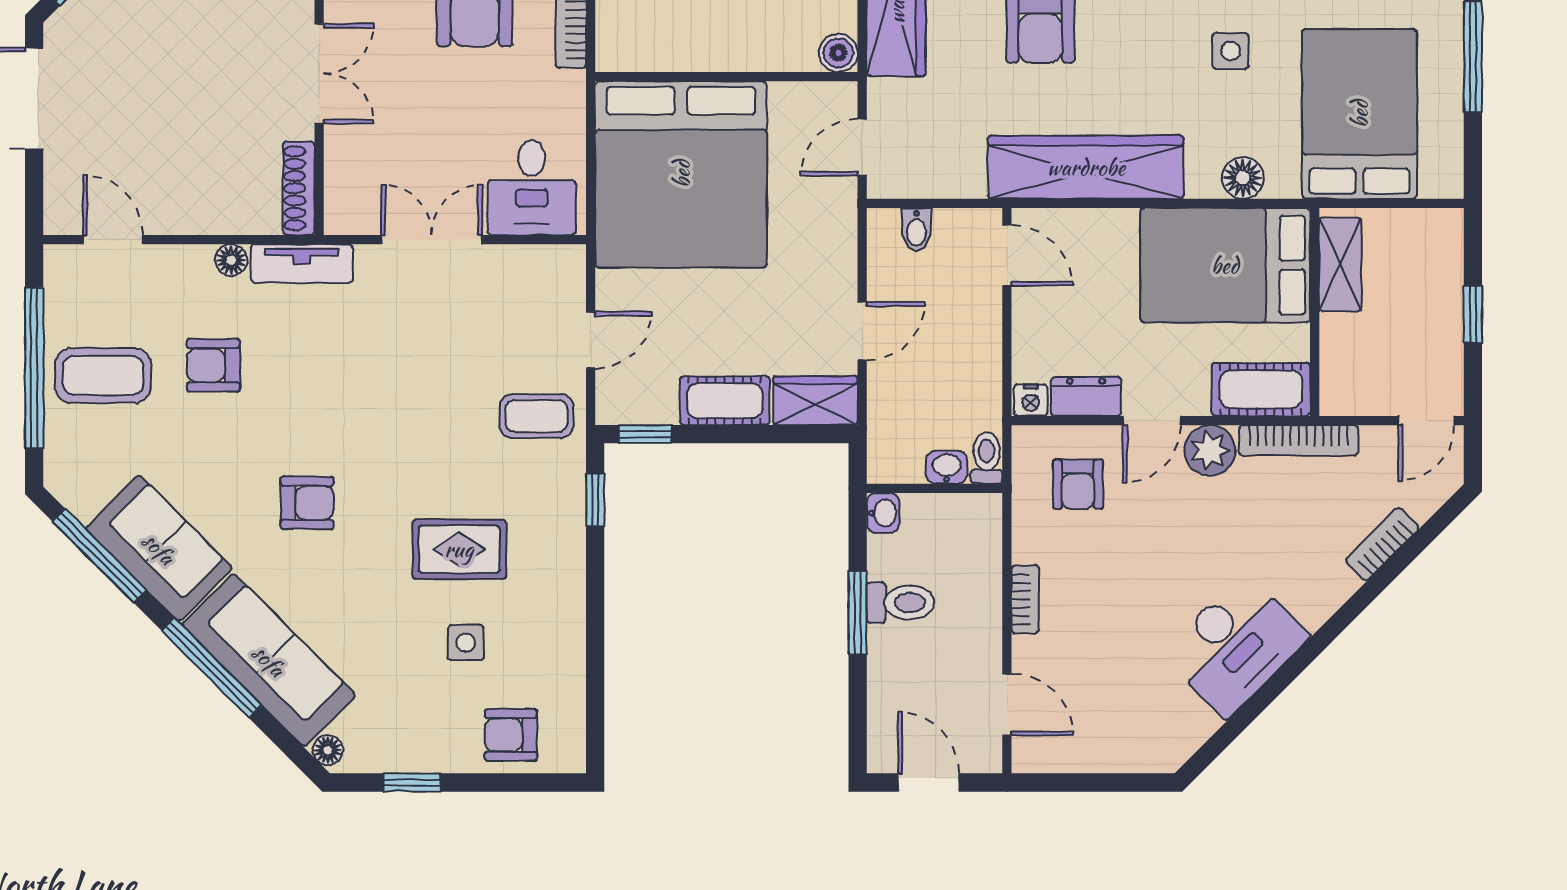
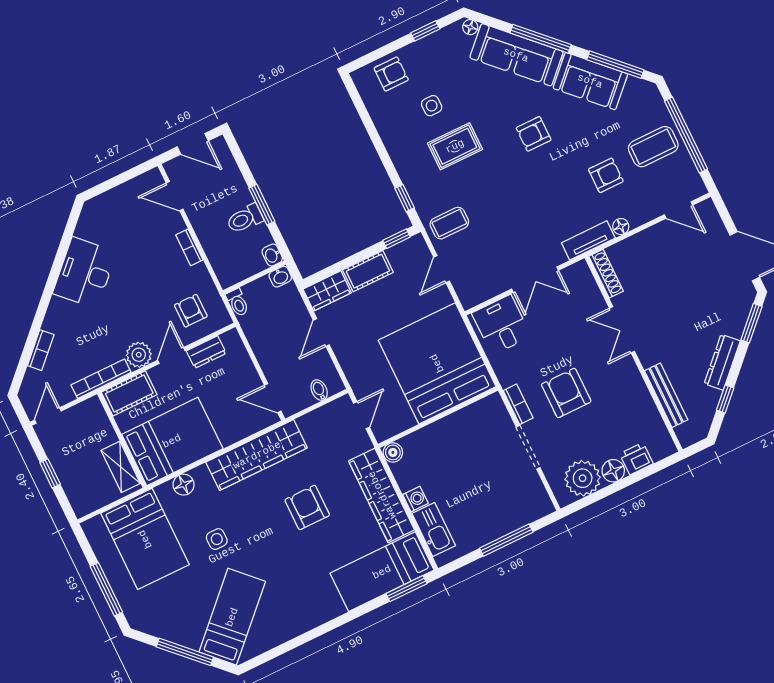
nightstand: (1031, 400) -> (230, 338), removed
washbasin: (947, 467) -> (280, 277), moved

